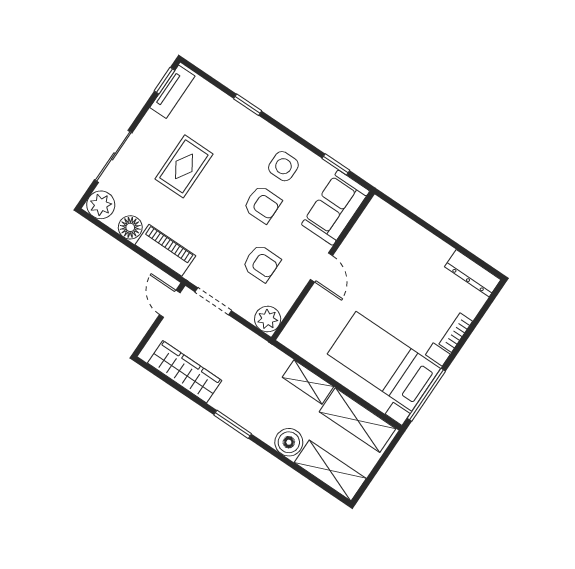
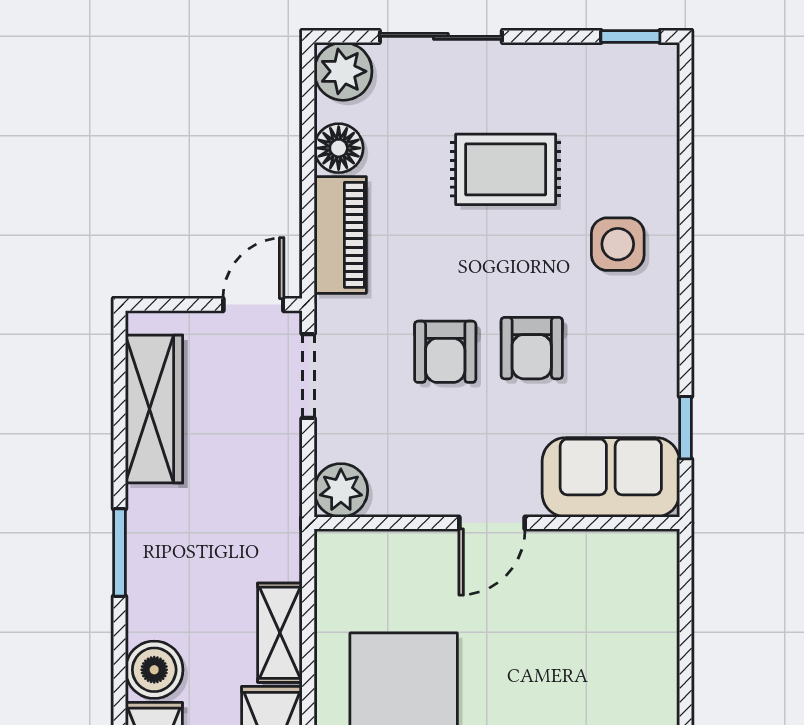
tv unit: (172, 92) -> (620, 63), removed
window: (248, 105) -> (685, 207), removed
side table: (283, 166) -> (618, 244), moved
armchair: (261, 263) -> (445, 352), moved

